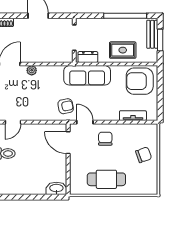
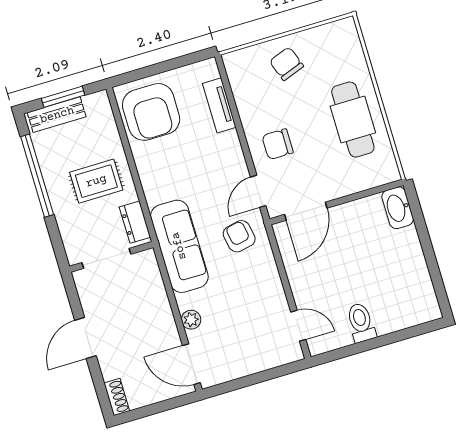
rug: (123, 50) -> (96, 181), moved, turned 90
sofa: (87, 75) -> (179, 246), moved

